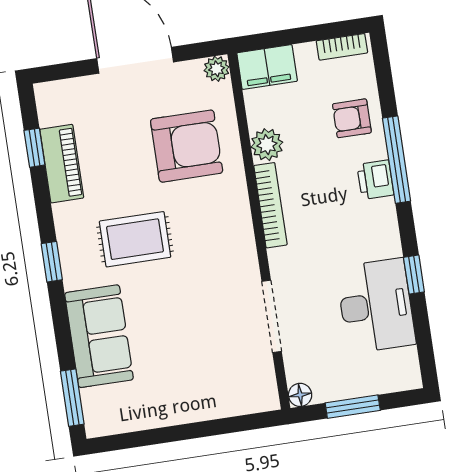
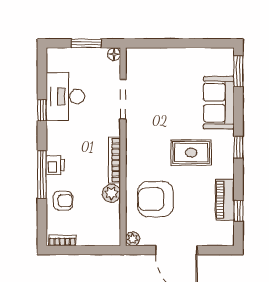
filing cabinet: (267, 67) -> (105, 236), removed

